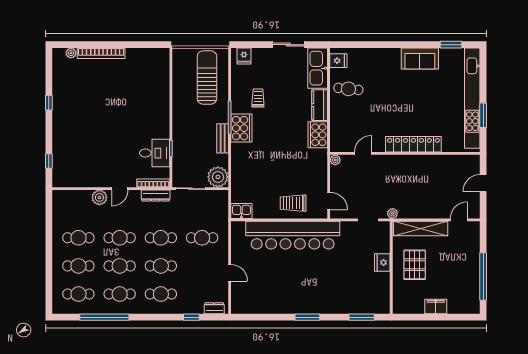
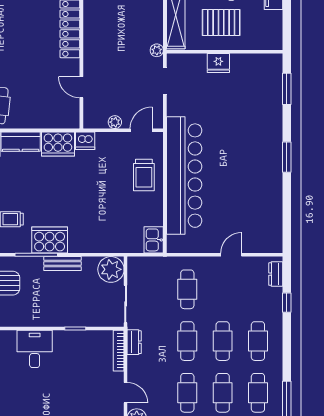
desk: (155, 153) -> (35, 349), moved
dishwasher: (320, 156) -> (85, 141), added
plant: (335, 160) -> (115, 122), moved
dresser: (156, 195) -> (134, 342), width x0.70

